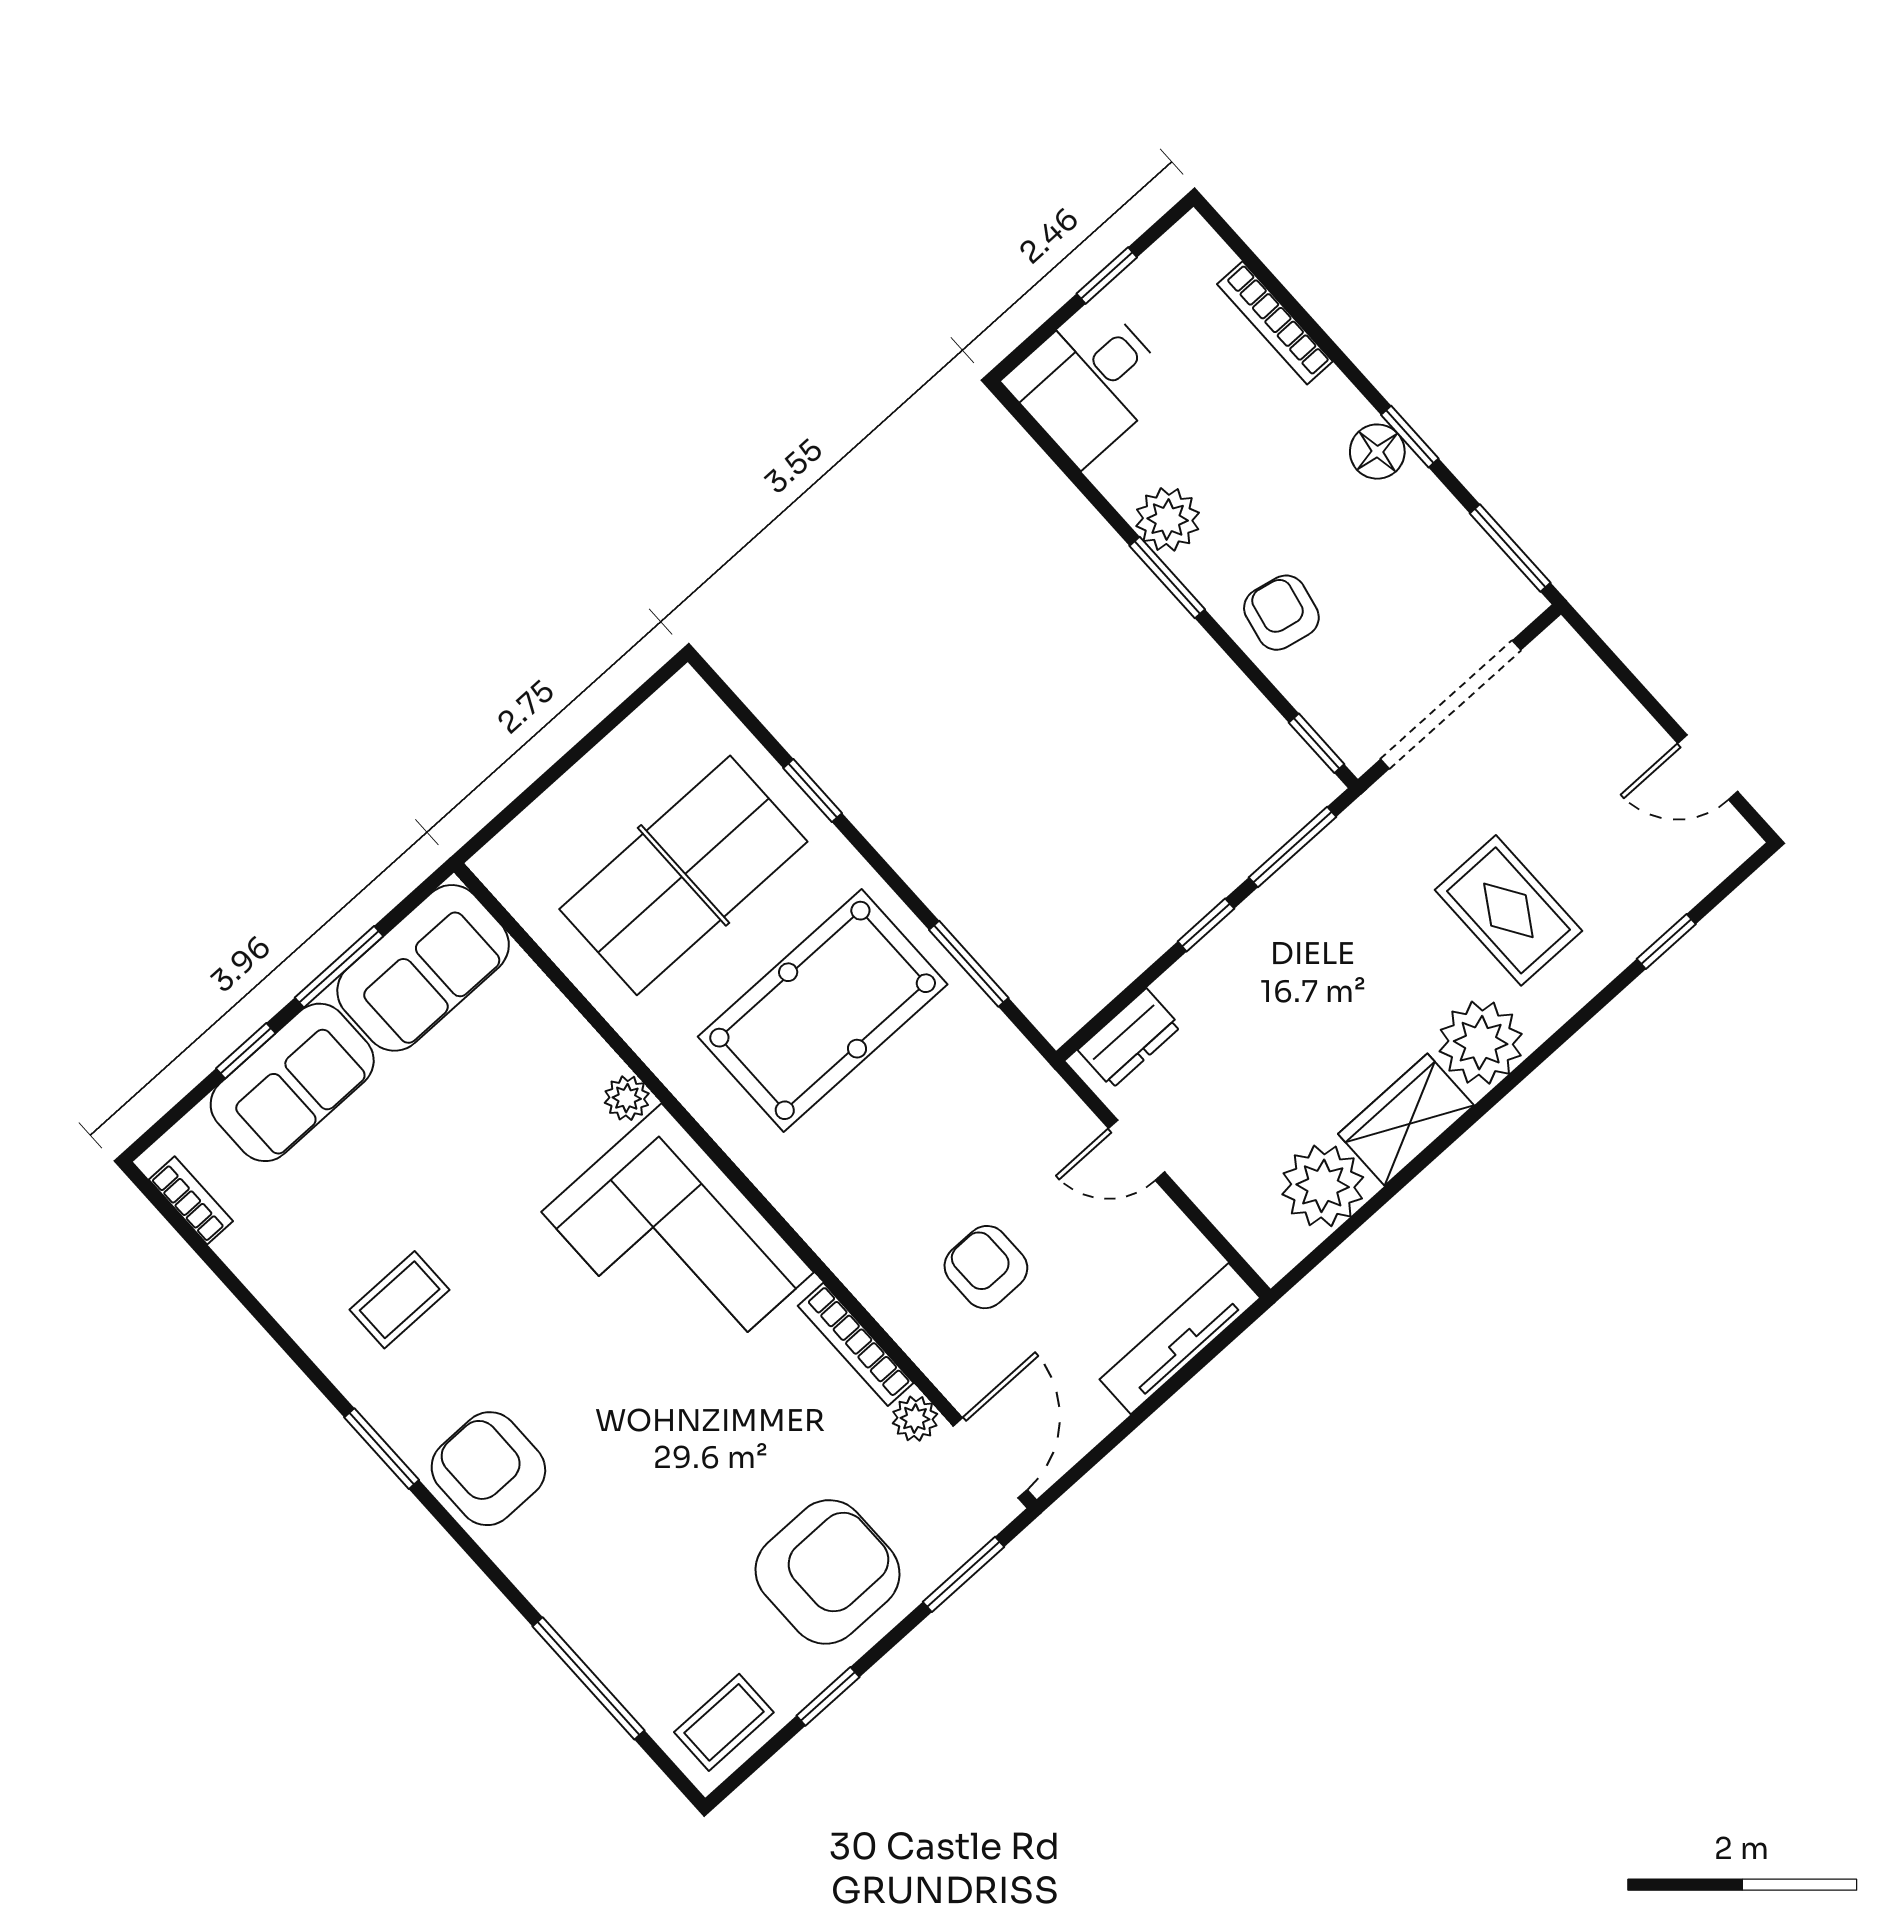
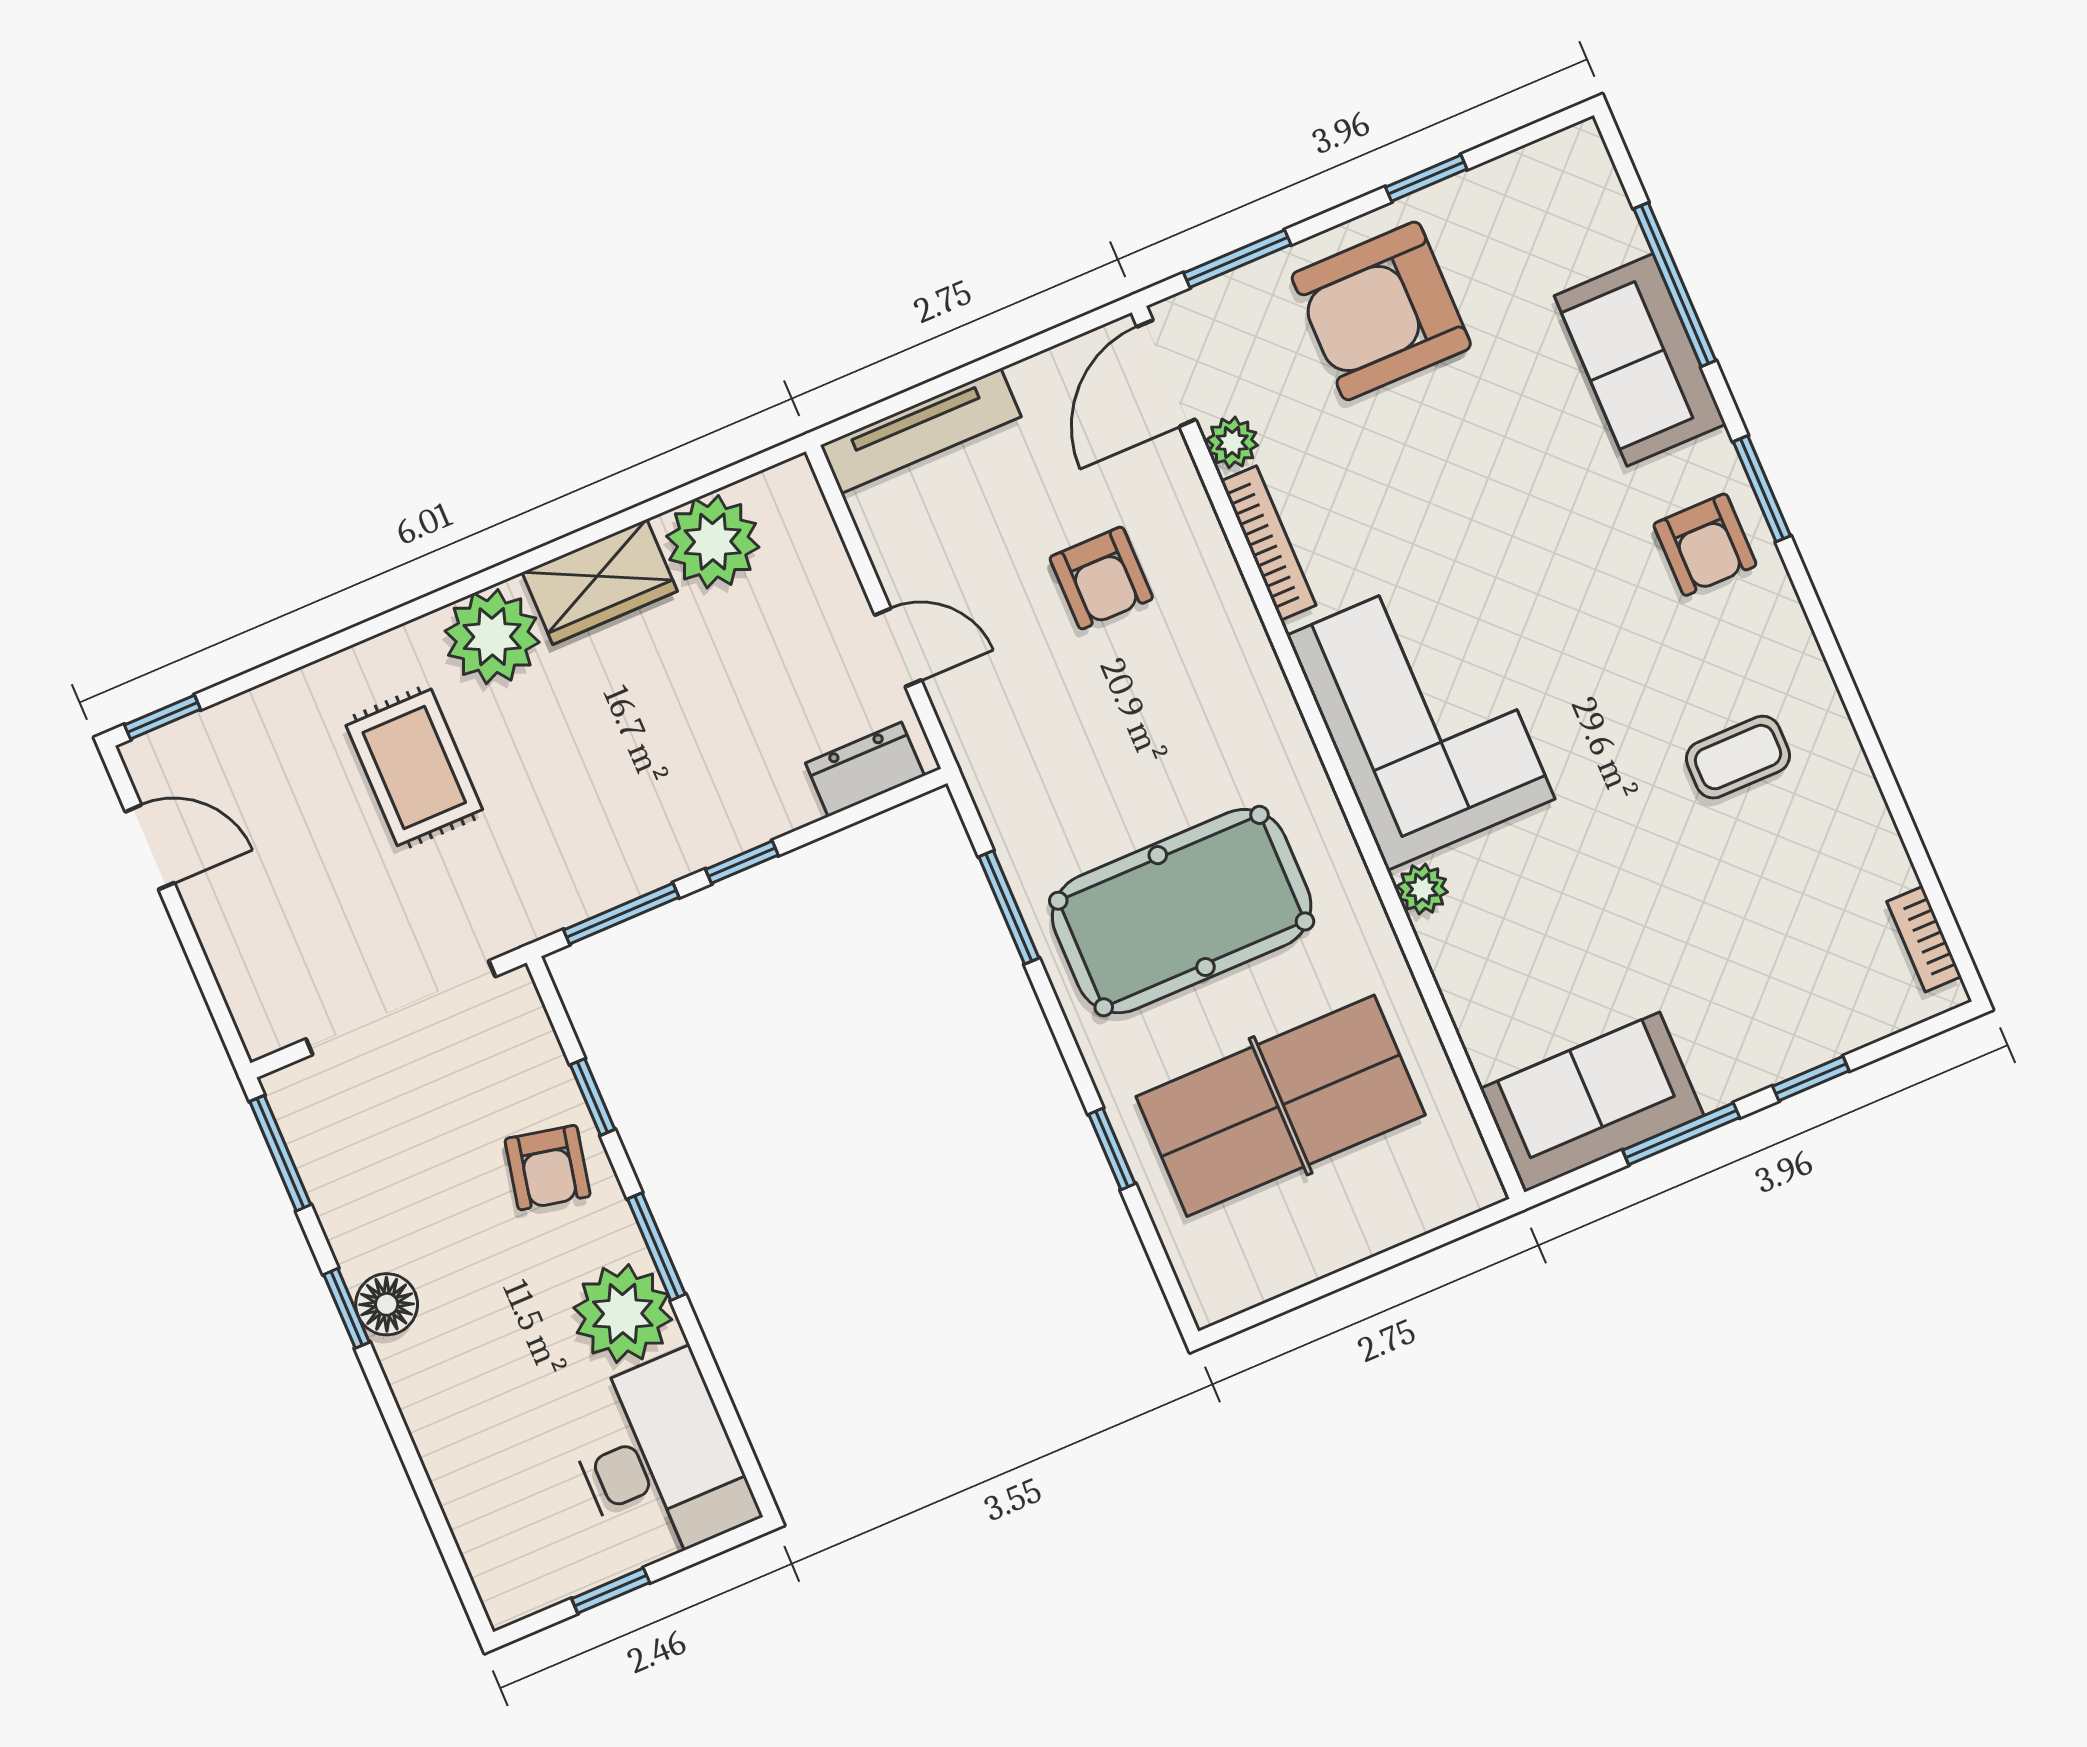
bookcase: (1275, 323) -> (449, 1479), removed
desk: (1089, 382) -> (659, 1460), width x1.37
plant: (1168, 519) -> (623, 1314), width x1.36, depth x1.36
window: (1317, 743) -> (593, 1097), moved
window: (1666, 942) -> (162, 717), moved
sofa: (292, 1082) -> (1640, 360), moved, turned -90
window: (382, 1449) -> (1762, 489), moved
armchair: (488, 1469) -> (1705, 545), width x0.72, depth x0.72
coffee table: (724, 1722) -> (1546, 188), removed

